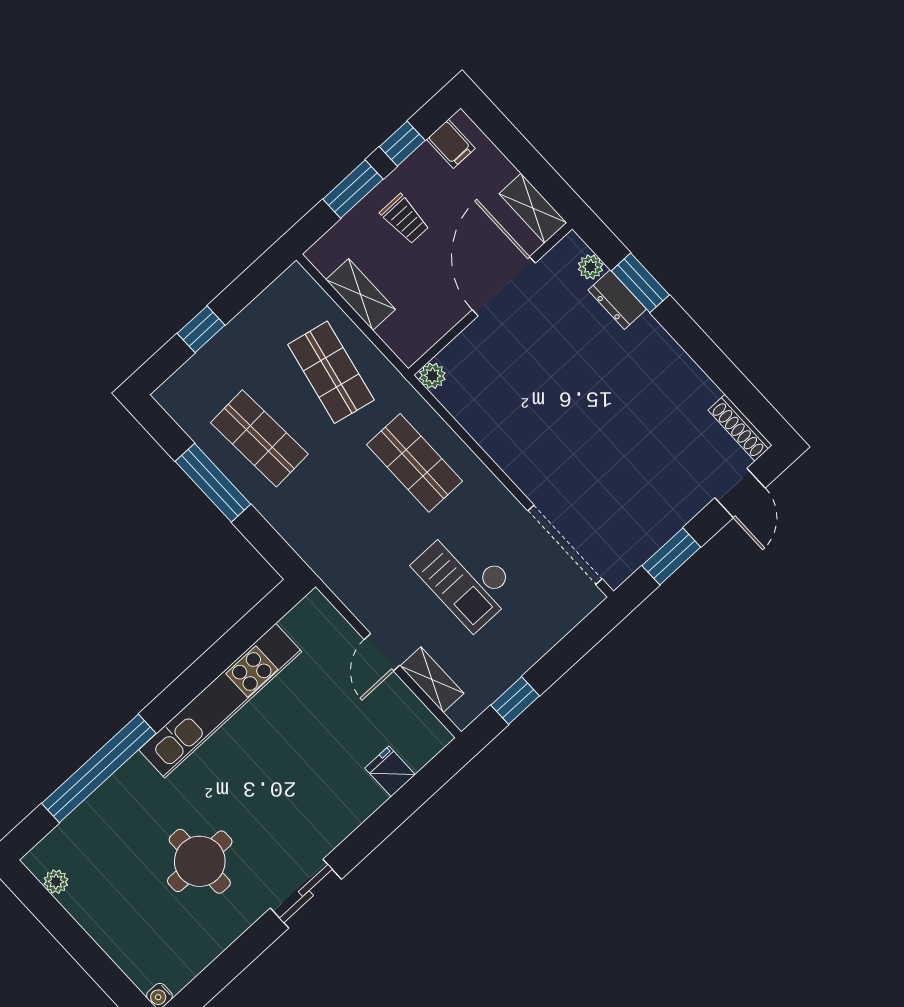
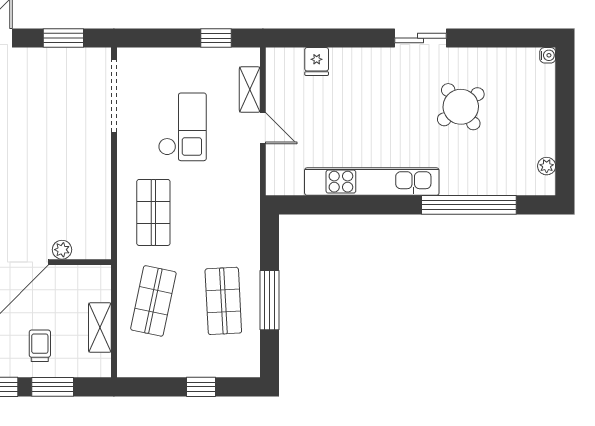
plant: (432, 376) -> (62, 250), moved
door: (382, 652) -> (263, 128), hinge flipped
round table: (200, 861) -> (461, 107), turned -37

